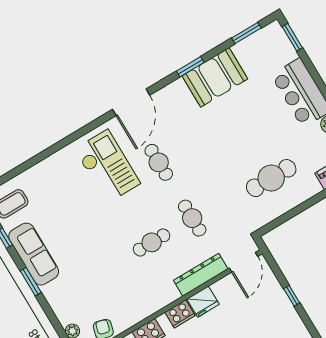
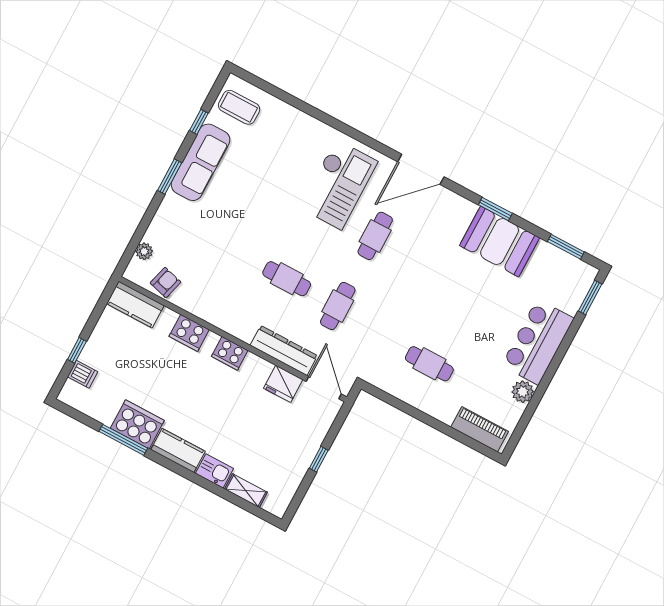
cafe table: (271, 178) -> (429, 364), width x0.73, depth x0.74
door: (244, 262) -> (324, 388), swing flipped
fridge: (203, 302) -> (283, 384), moved

